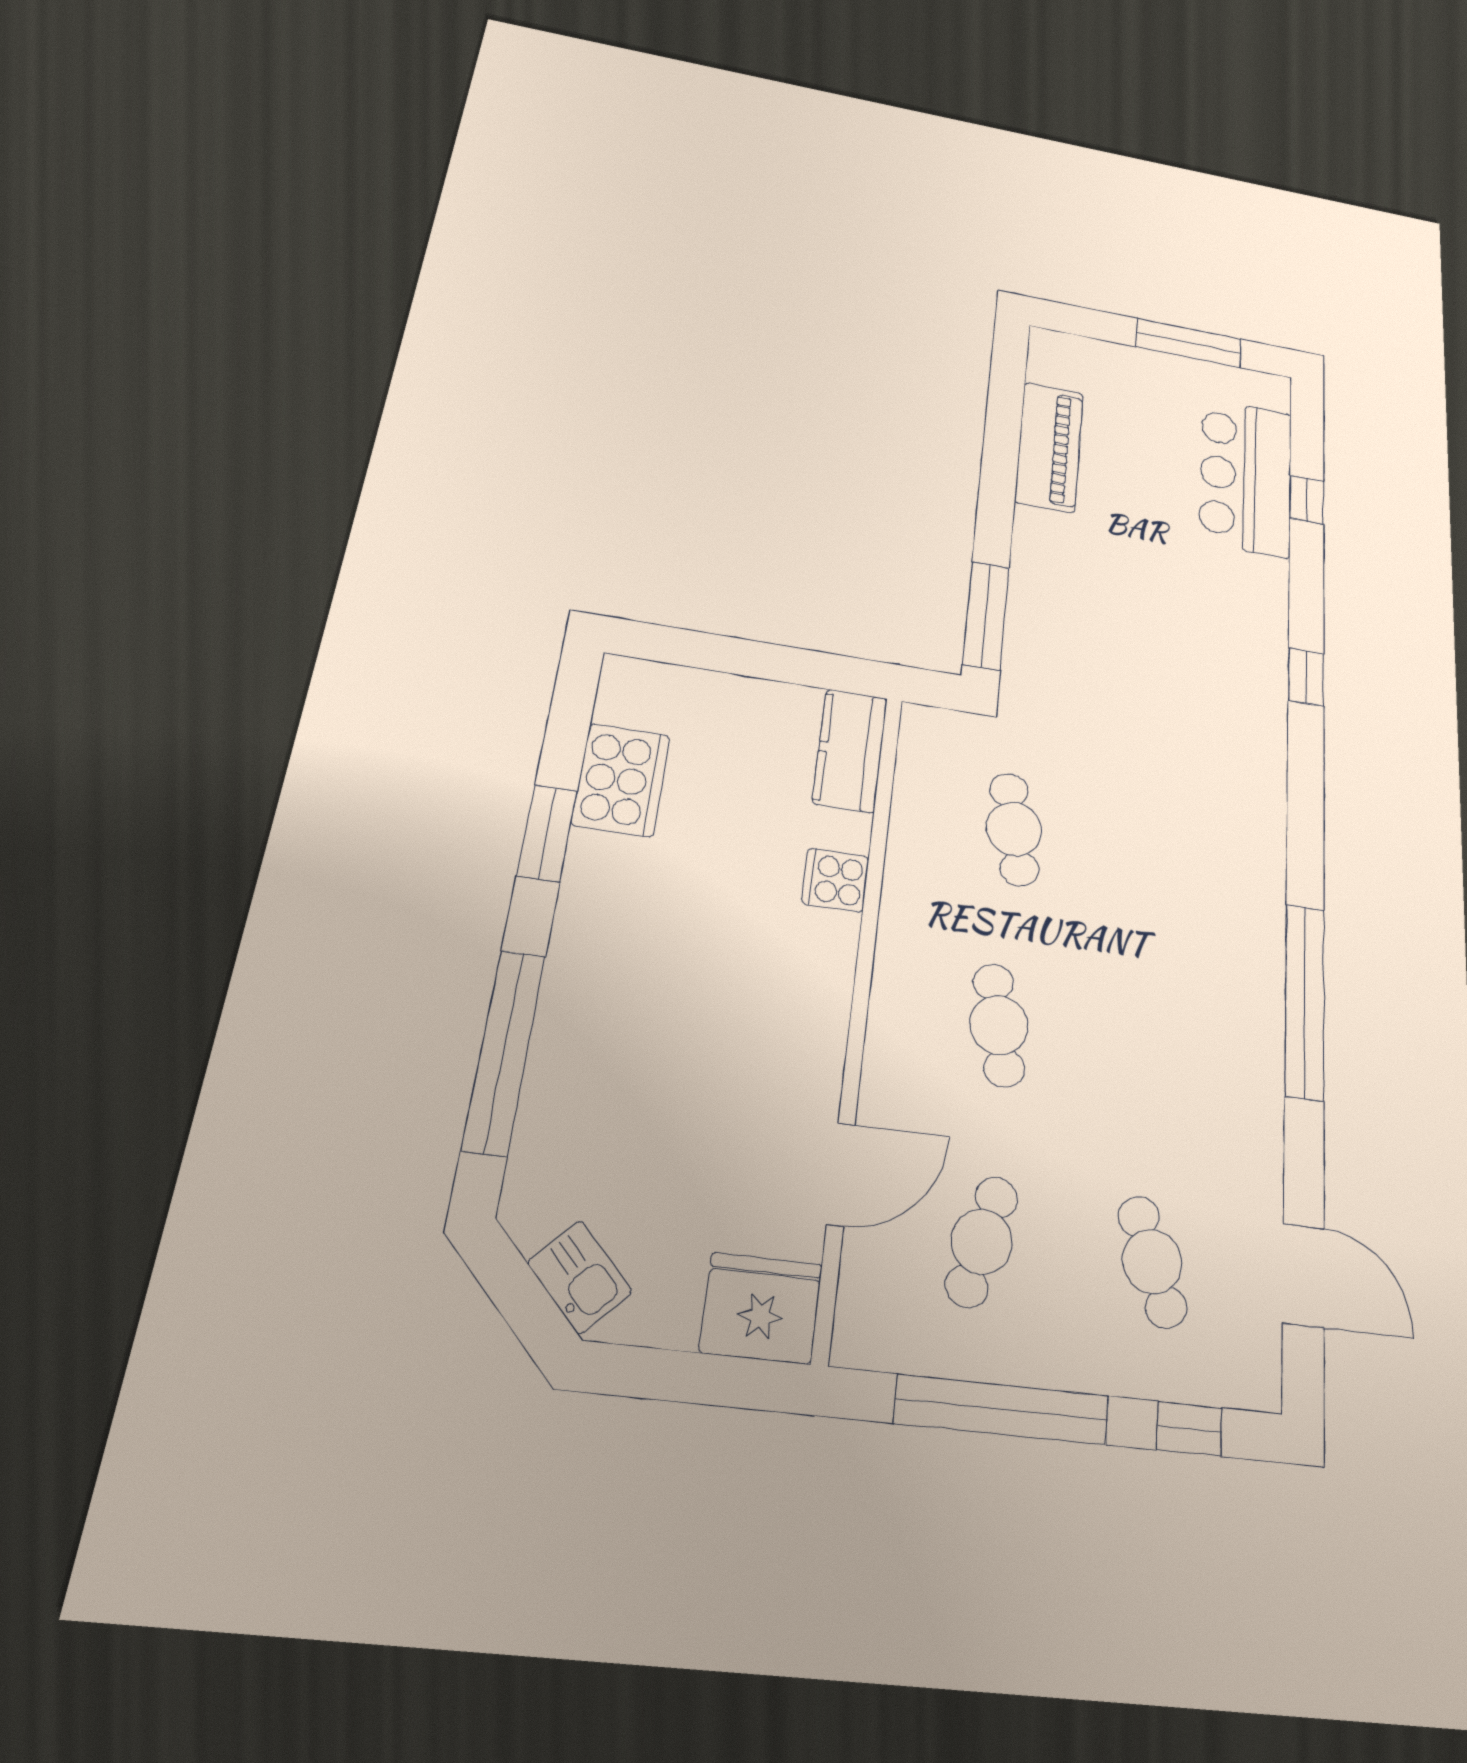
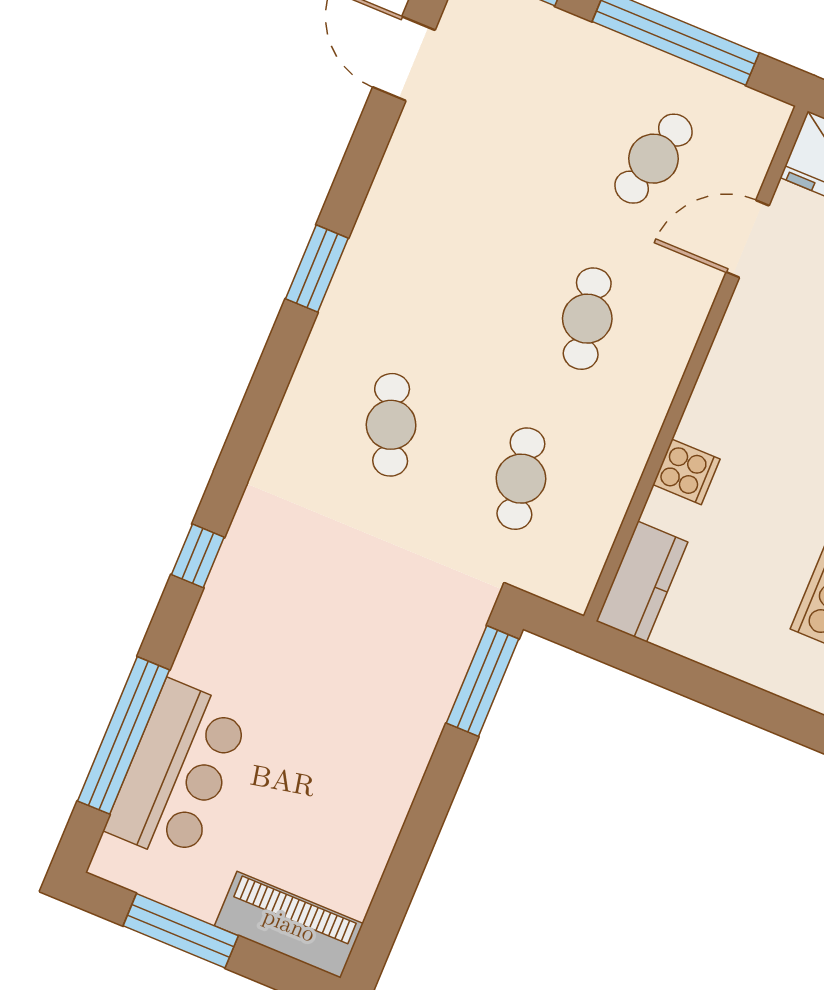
piano: (1049, 447) -> (289, 925), moved, turned 90
window: (1307, 500) -> (123, 735), width x3.17
window: (1305, 1001) -> (317, 268), width x0.47
cafe table: (1152, 1262) -> (391, 425), moved

